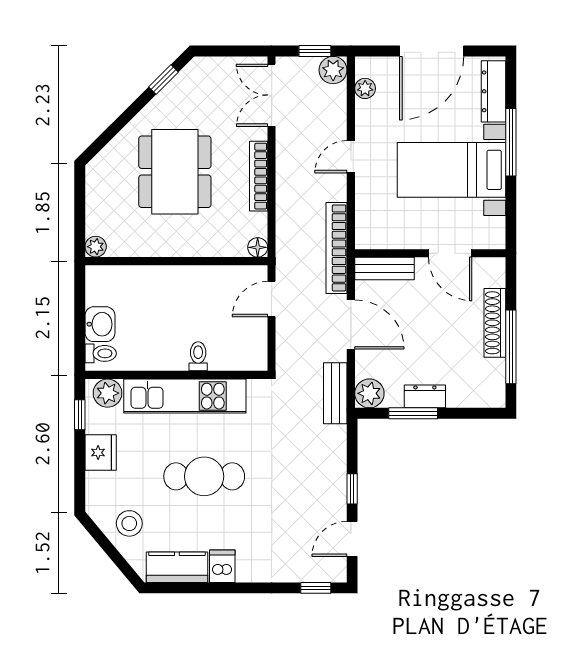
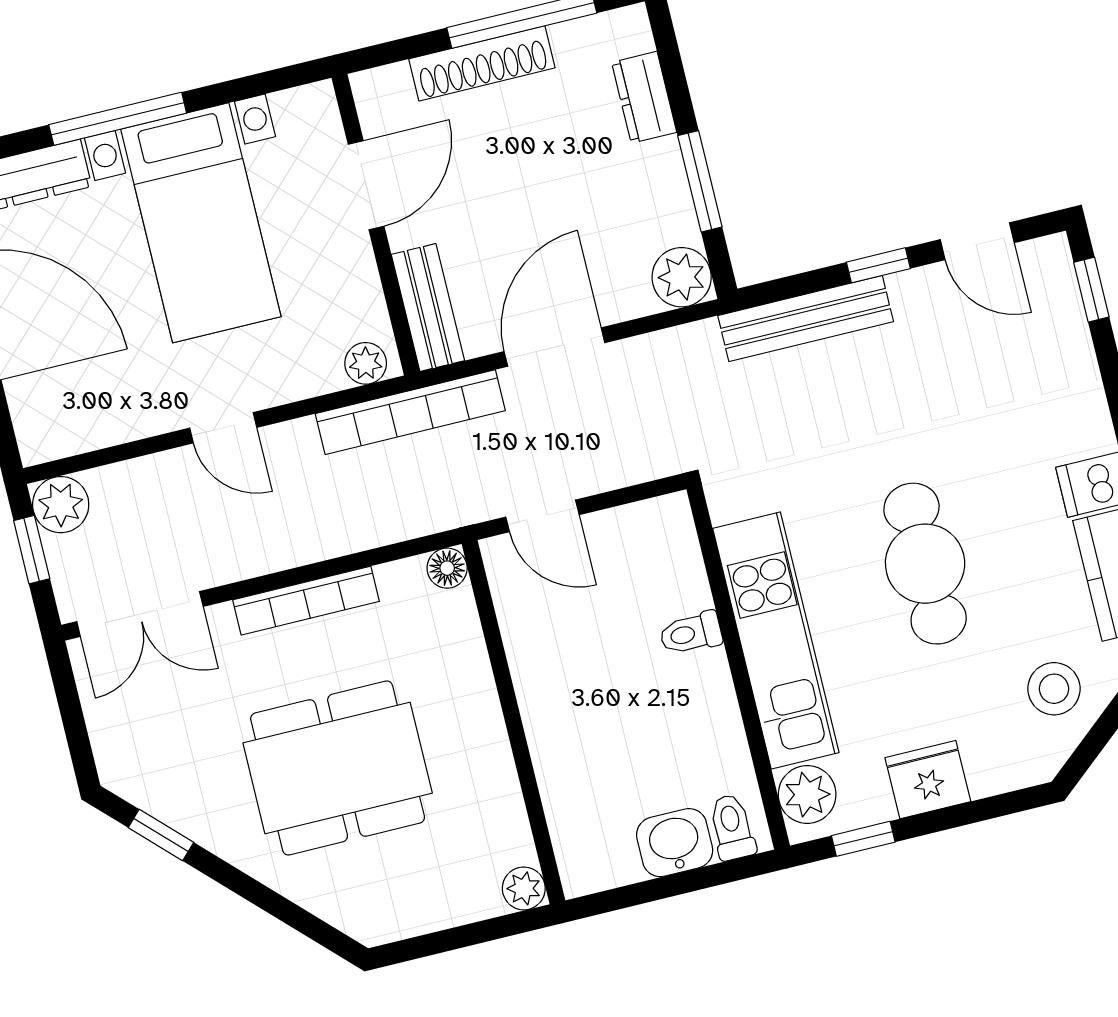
plant: (365, 88) -> (366, 363), moved
bench: (335, 393) -> (806, 319), moved, width x1.36
dresser: (425, 396) -> (644, 97), moved

